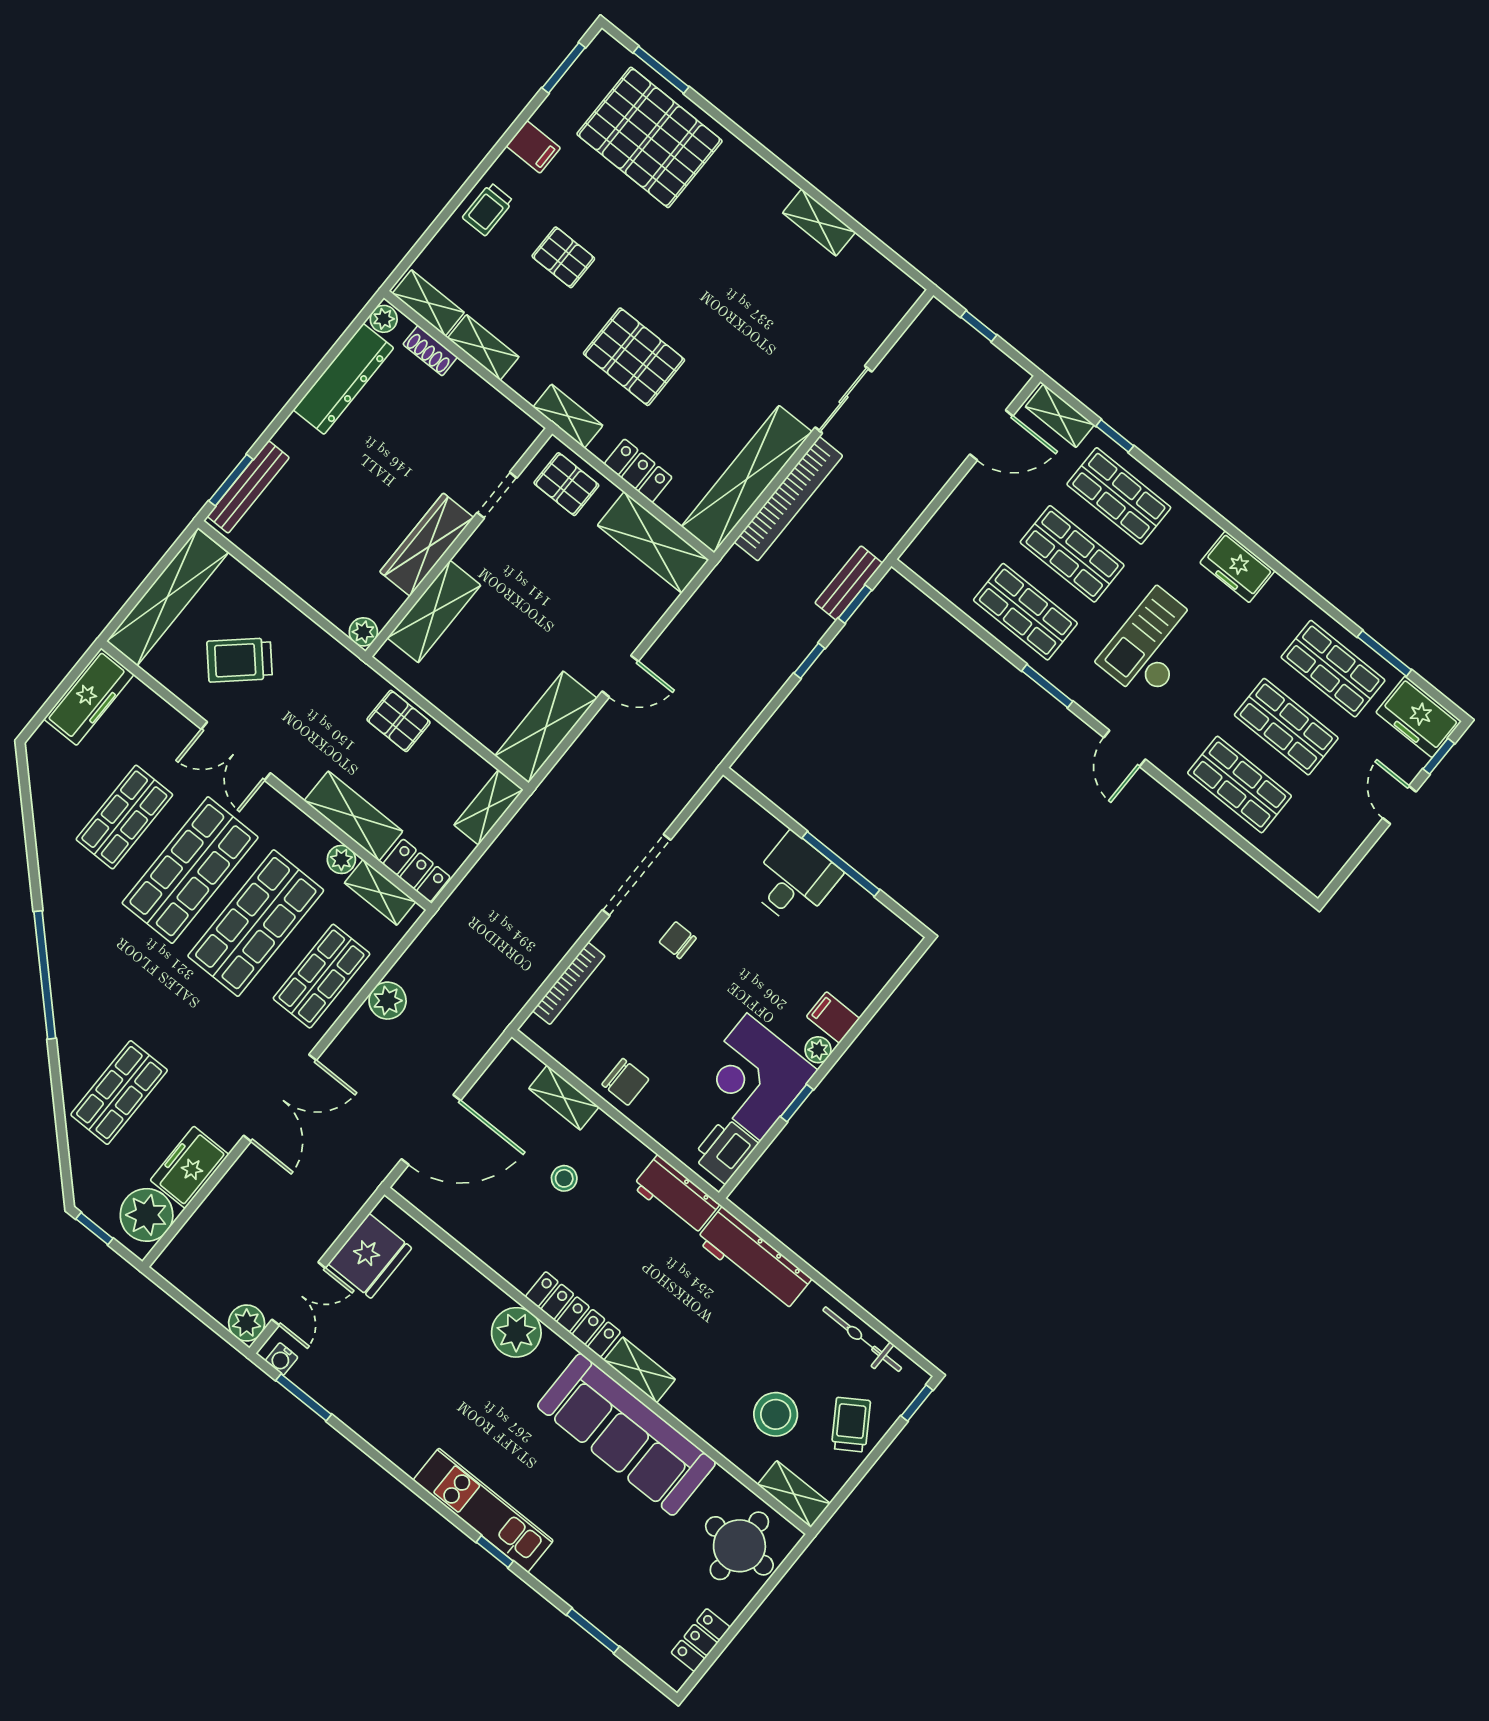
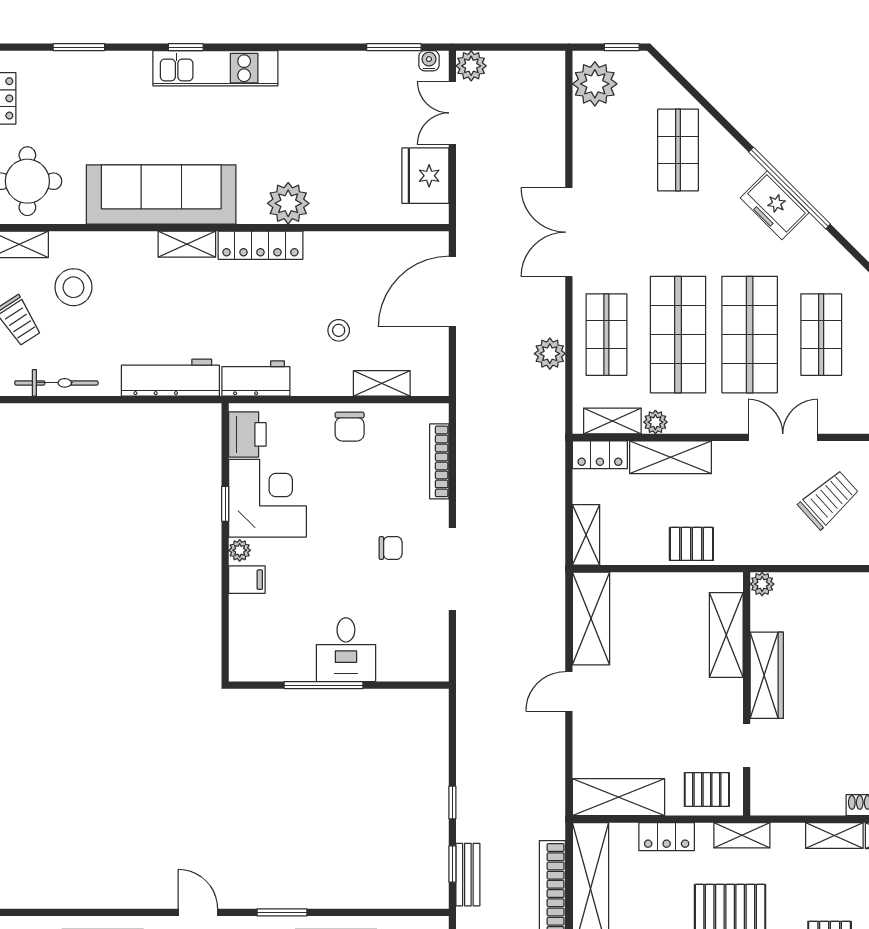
chair: (625, 1082) -> (350, 427), turned -90
freezer: (189, 1167) -> (775, 205), moved, turned 135

